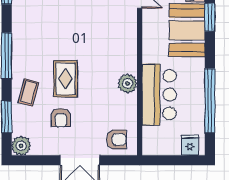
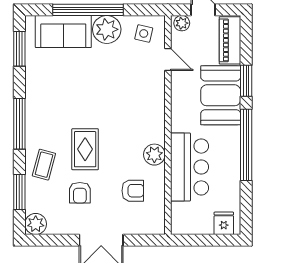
window: (210, 101) -> (246, 145), moved
armchair: (116, 140) -> (133, 191), moved

